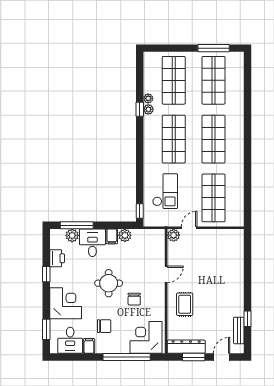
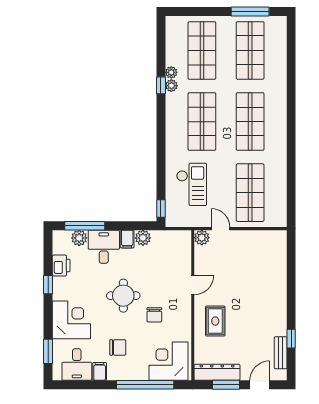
door: (189, 228) -> (221, 229), hinge flipped

